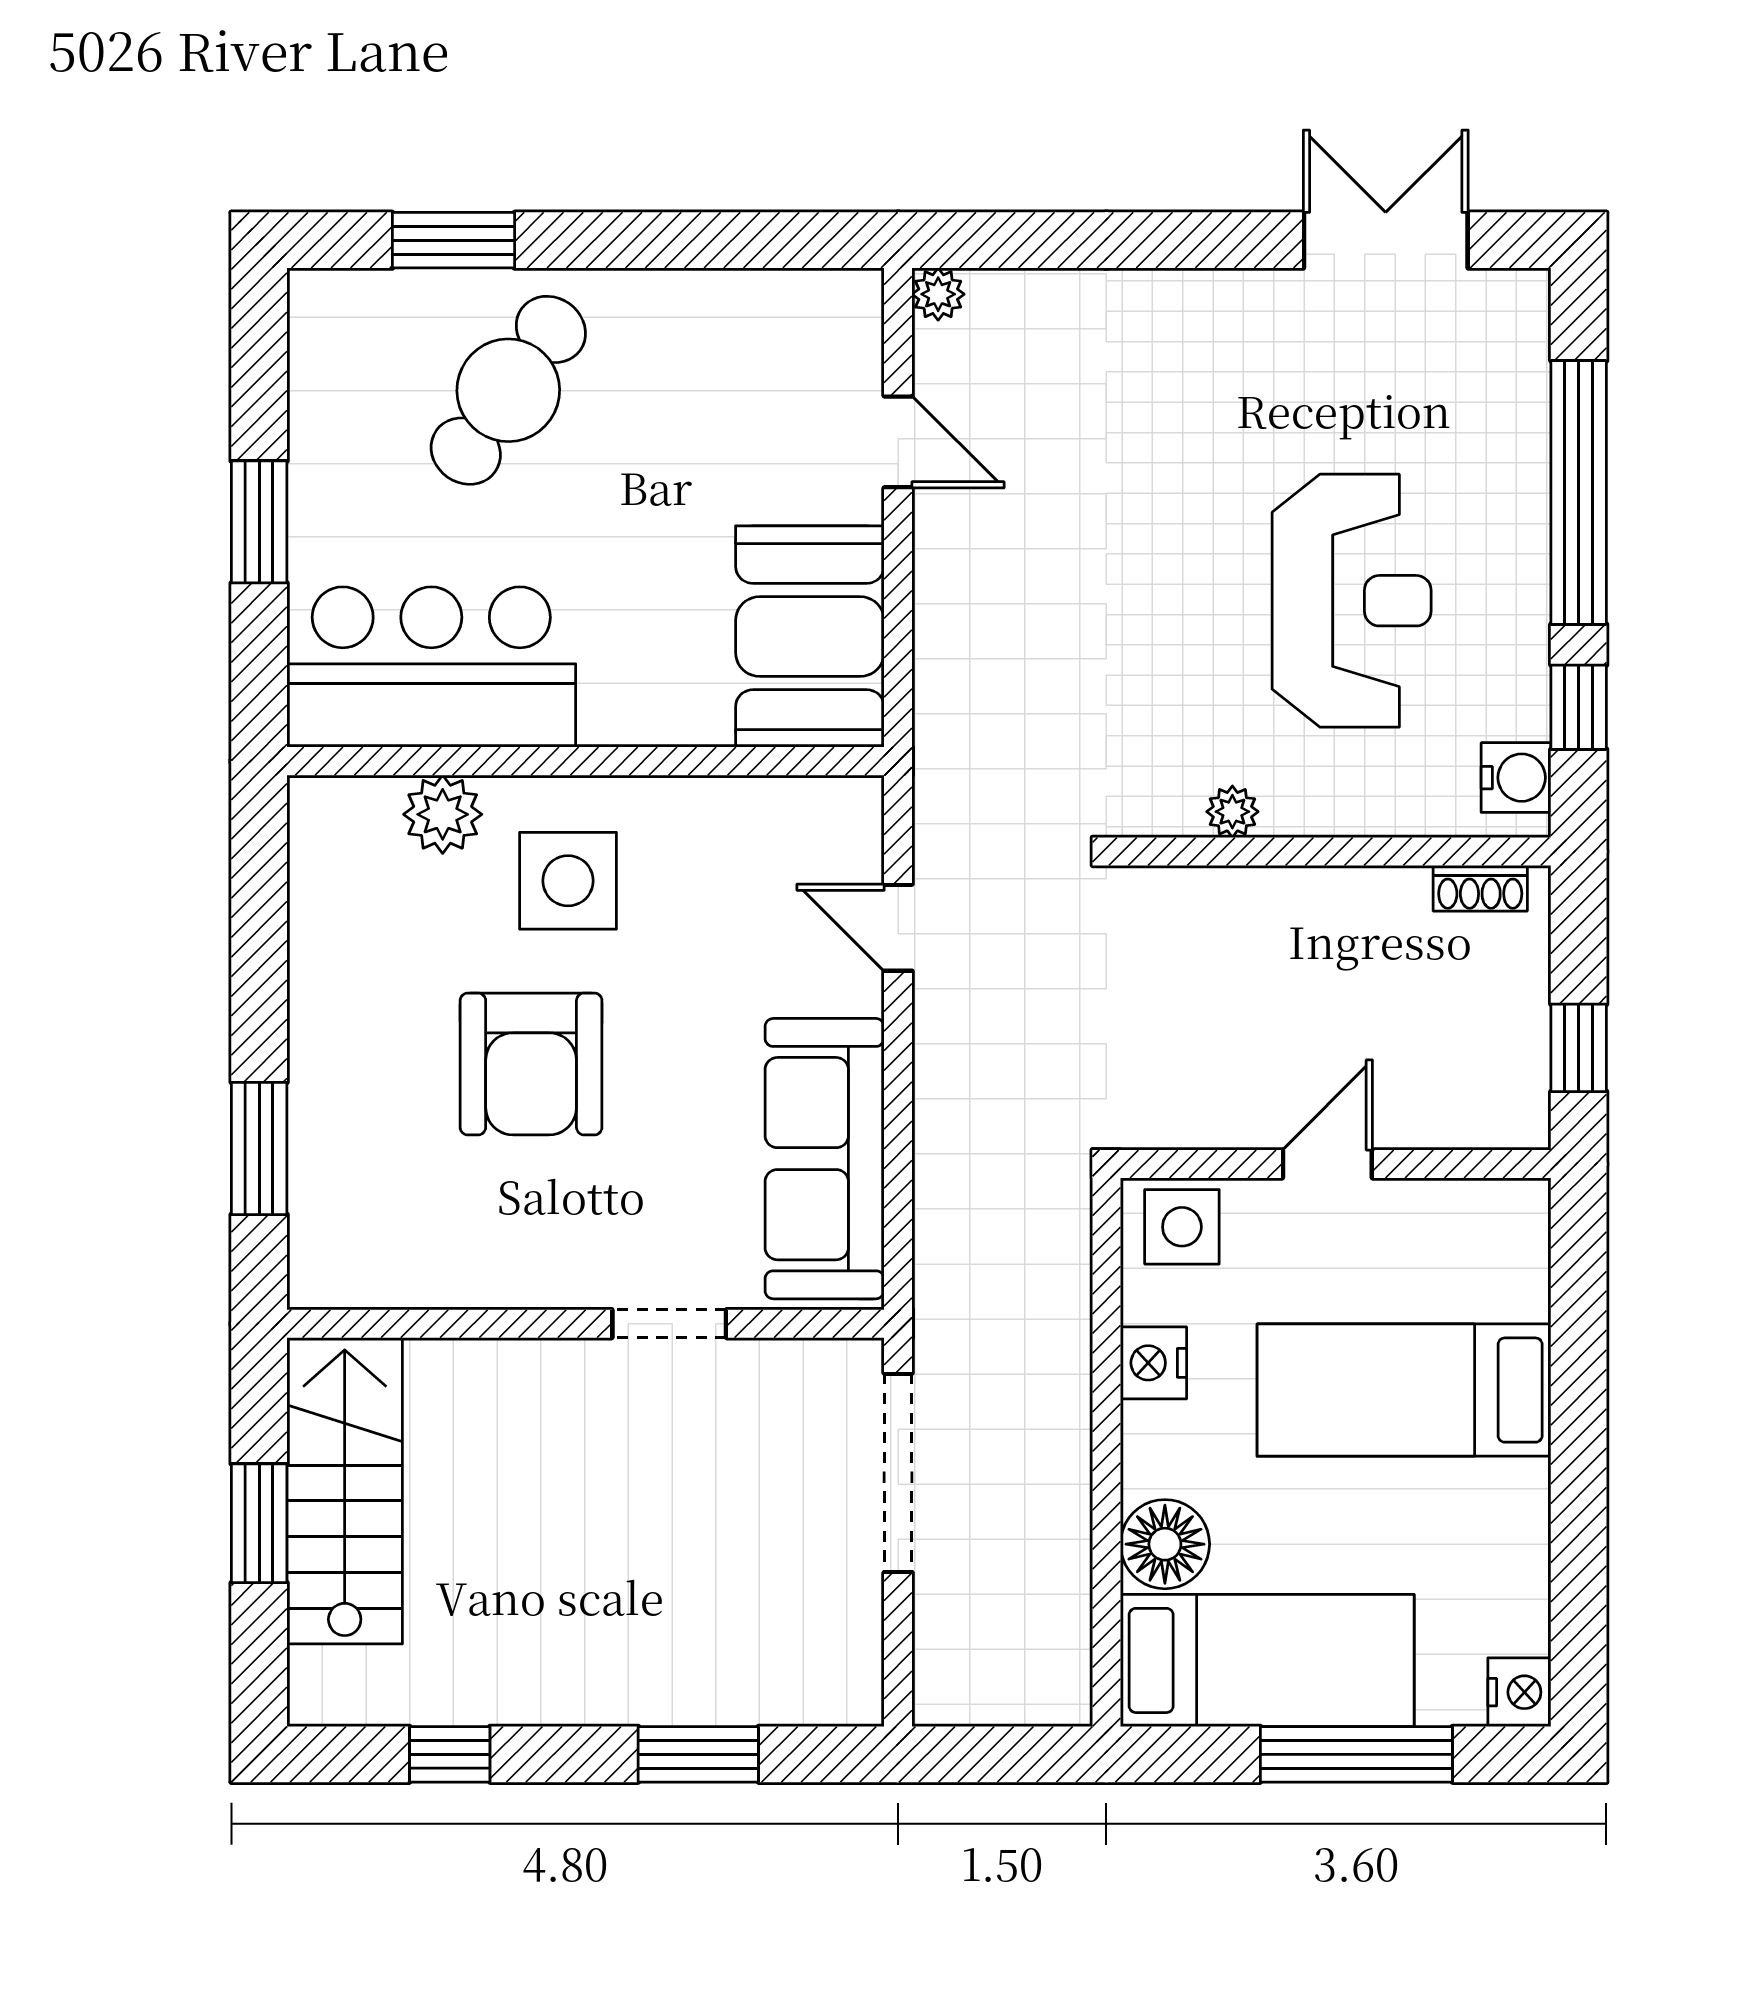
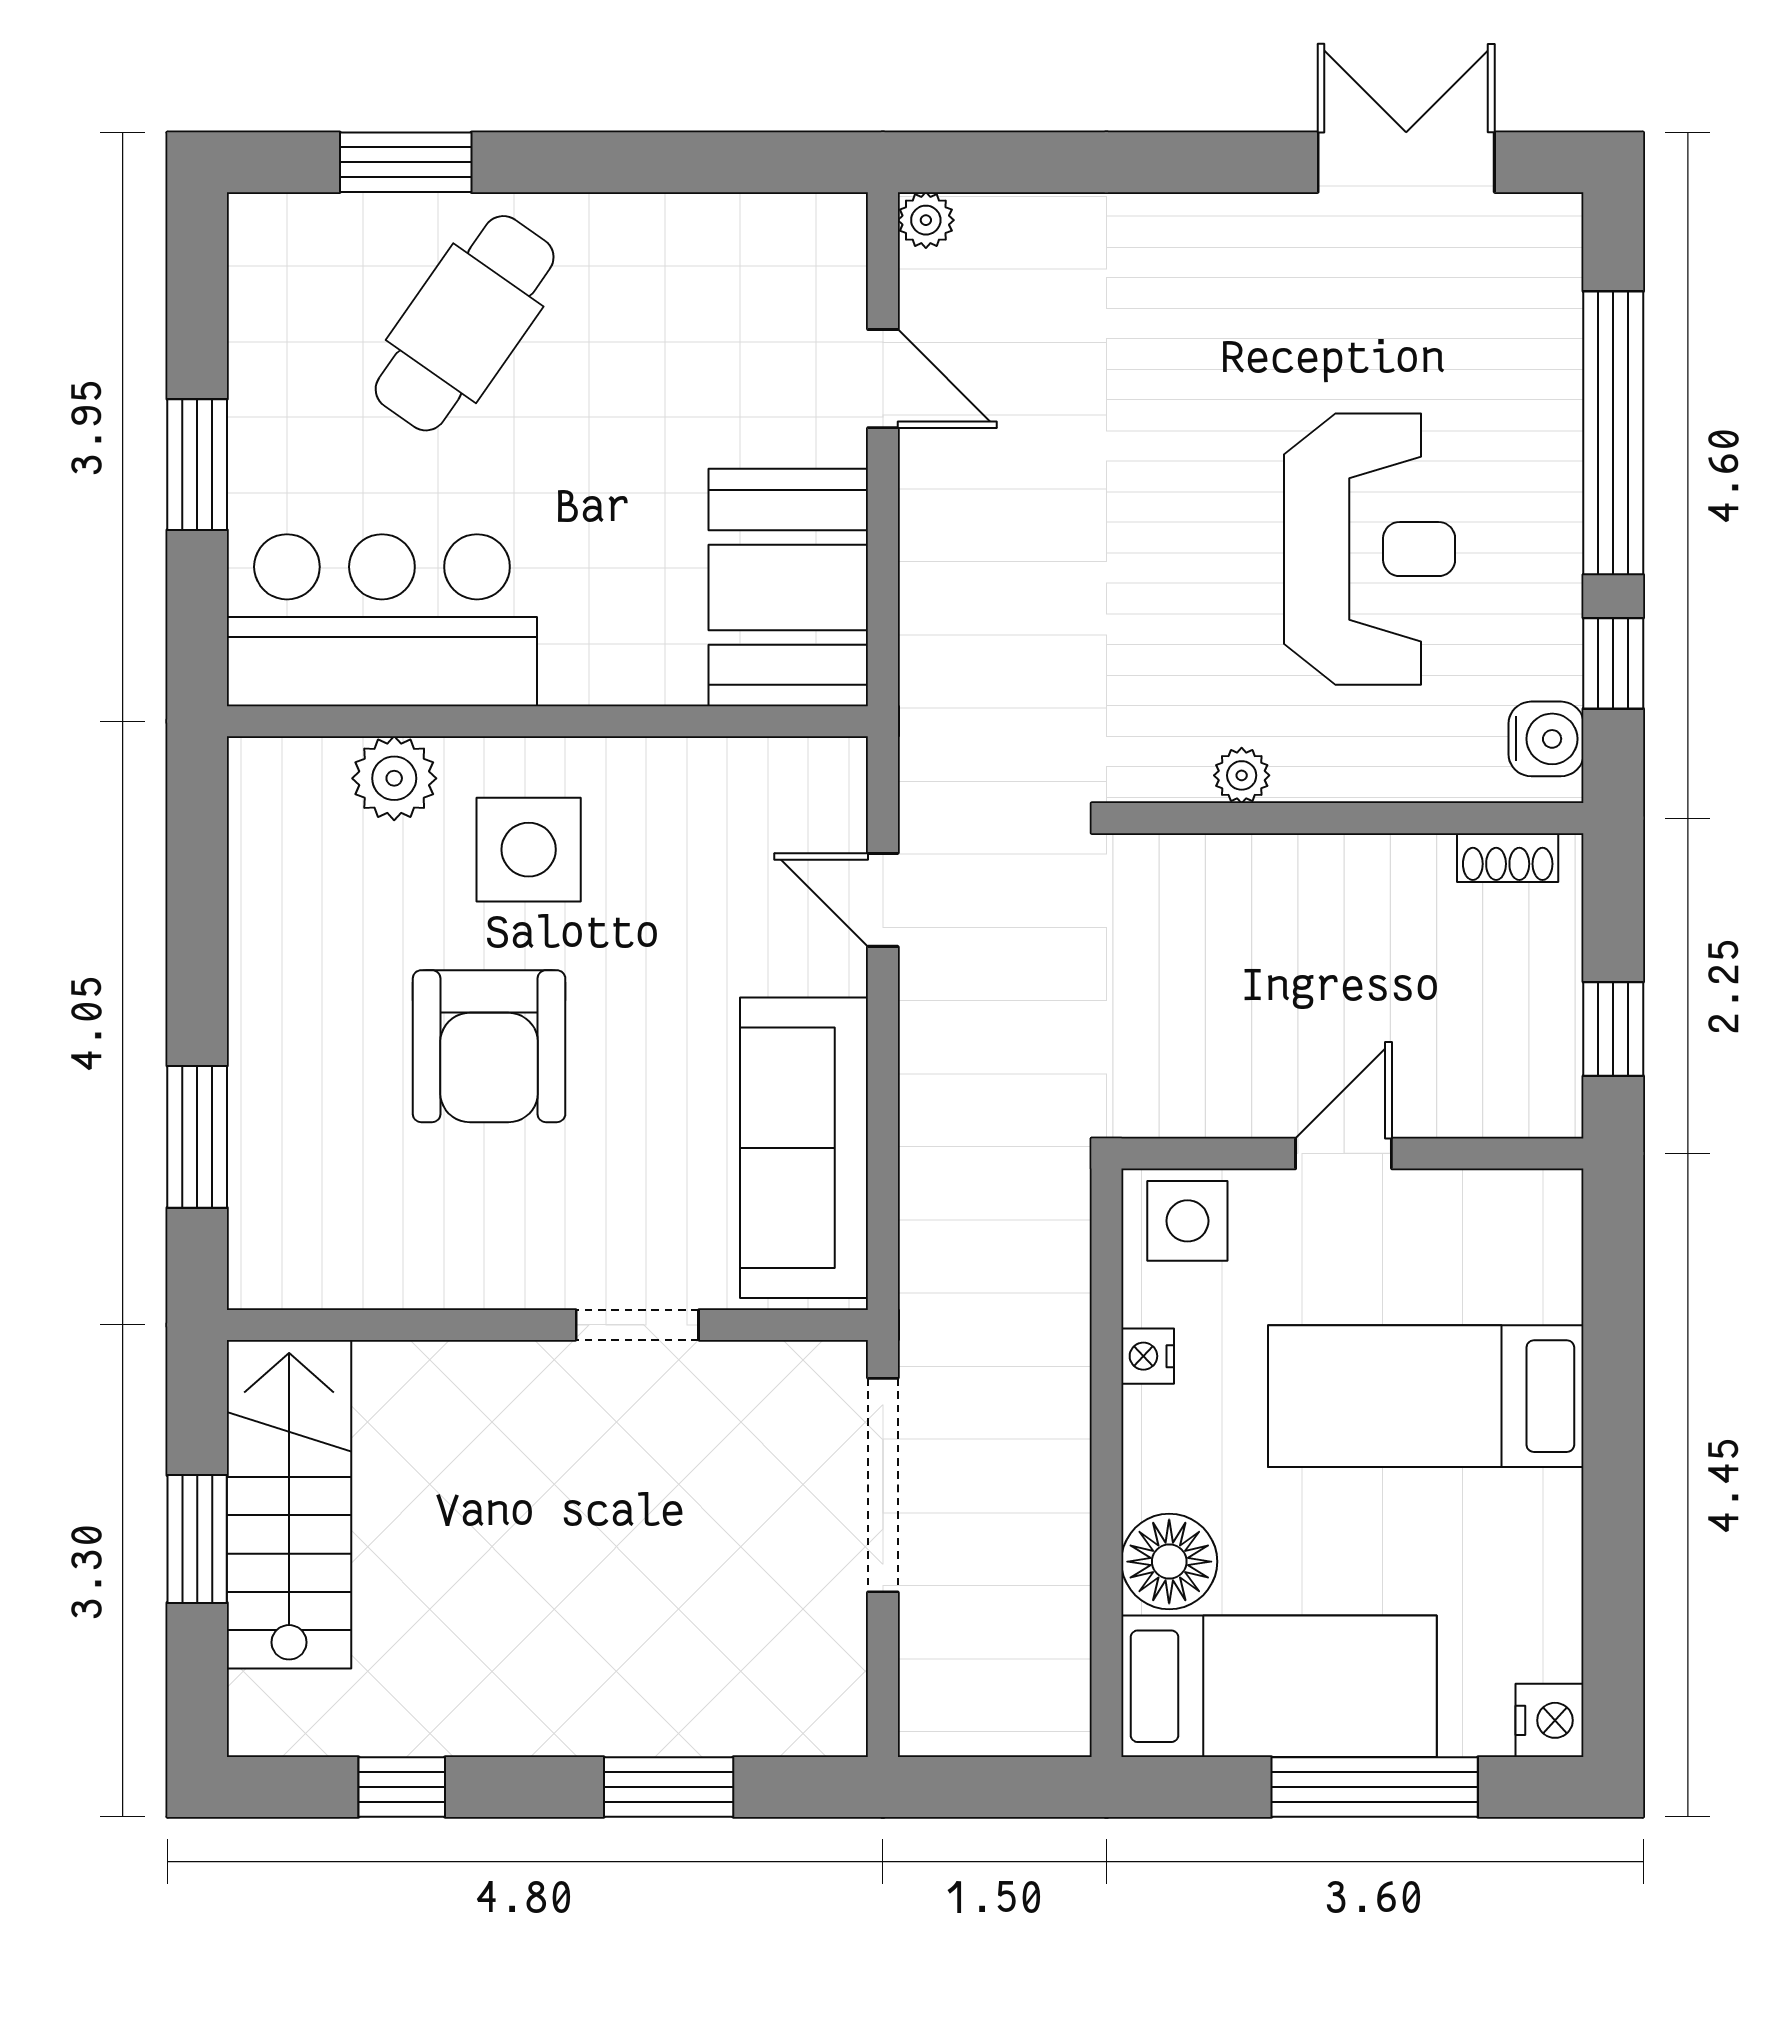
nightstand: (1153, 1363) -> (1148, 1356), width x0.72, depth x0.74

